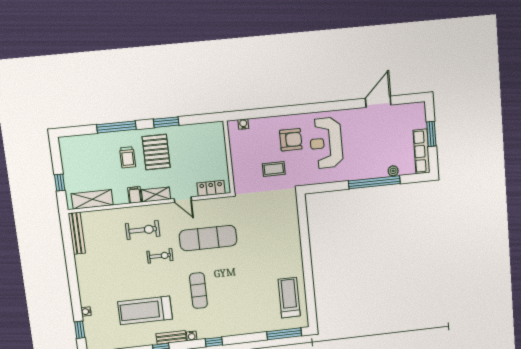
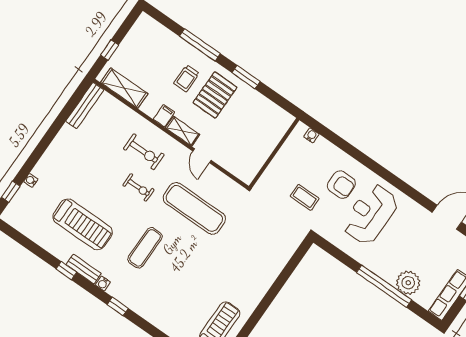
plant: (393, 171) -> (408, 283), width x1.88, depth x1.88
locker: (211, 188) -> (235, 167), removed
treadmill: (145, 310) -> (83, 224), turned 180

